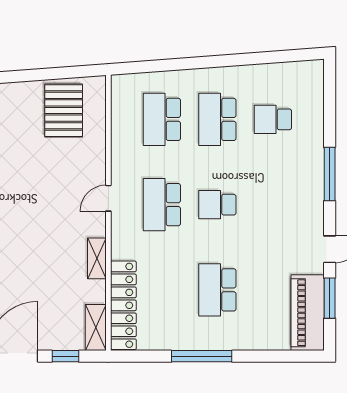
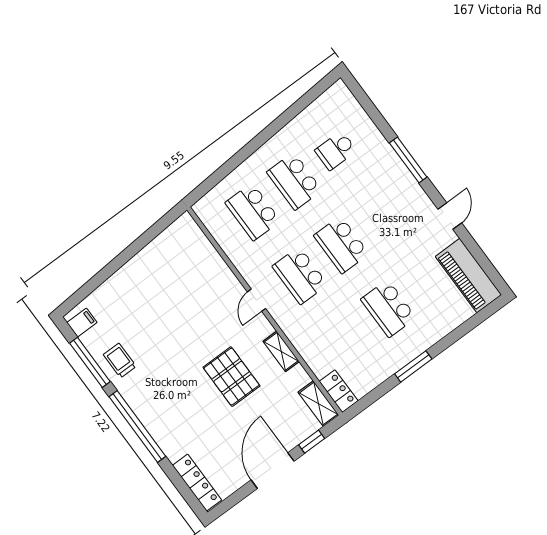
pallet: (64, 111) -> (231, 377), moved
school desk: (217, 205) -> (341, 245), width x1.85
window: (330, 298) -> (477, 253), removed
locker: (123, 305) -> (339, 391), width x0.46, depth x0.83
window: (202, 356) -> (413, 366), width x0.69

